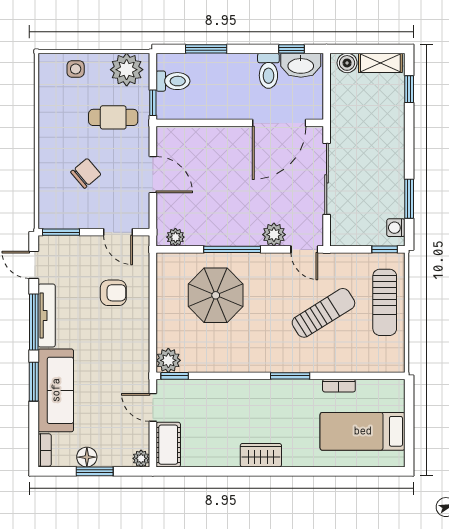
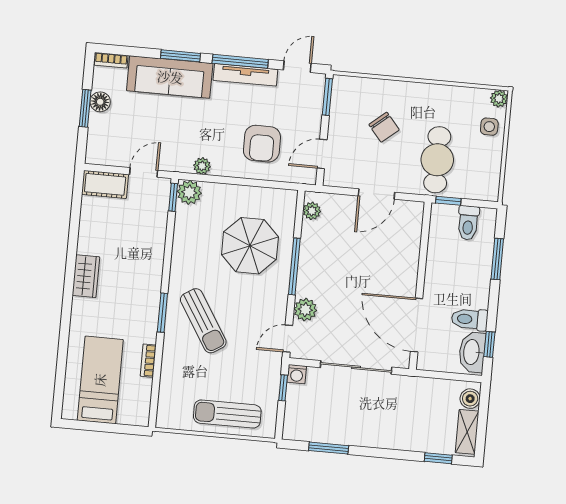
plant: (127, 70) -> (499, 99), moved, width x0.53, depth x0.53
cafe table: (113, 117) -> (437, 160), width x1.37, depth x1.35
washing machine: (396, 228) -> (297, 374), moved, turned 180
window: (385, 249) -> (283, 388), moved
armchair: (113, 293) -> (262, 144), width x1.38, depth x1.38
sun lounger: (323, 313) -> (203, 321), moved
plant: (141, 458) -> (202, 166), moved

